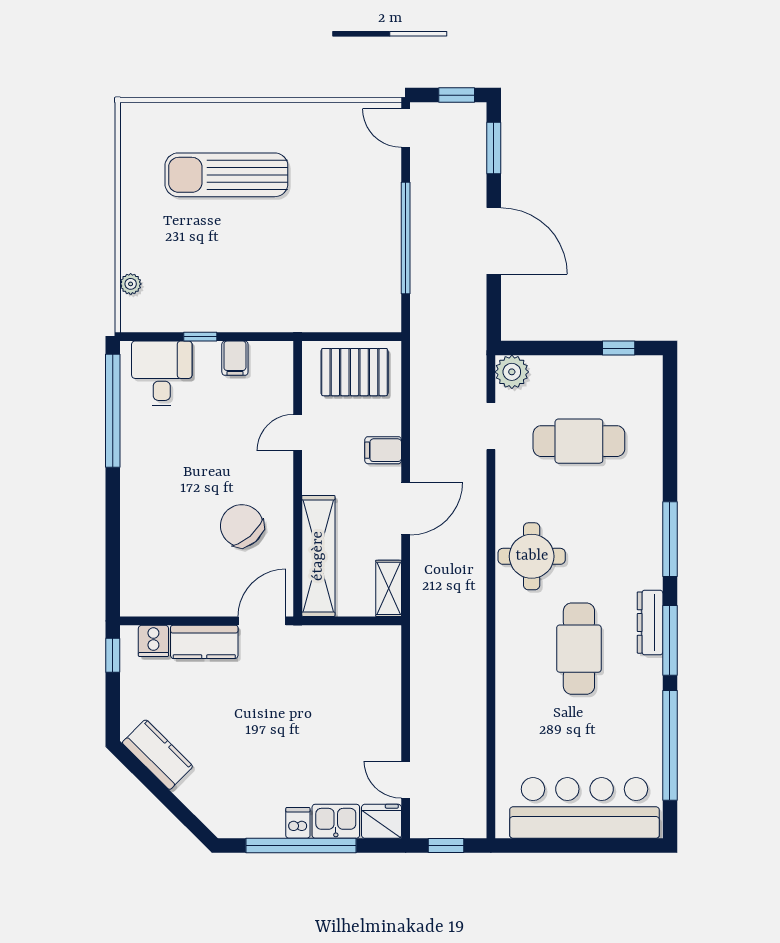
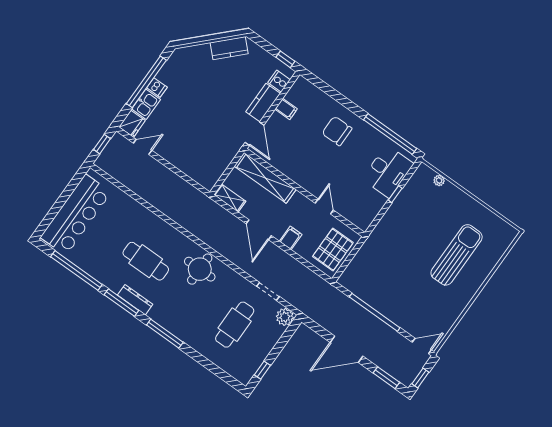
filing cabinet: (235, 358) -> (286, 109), moved, turned 180
desk: (162, 373) -> (388, 171), width x1.37
chair: (242, 526) -> (337, 131), moved, turned -139

